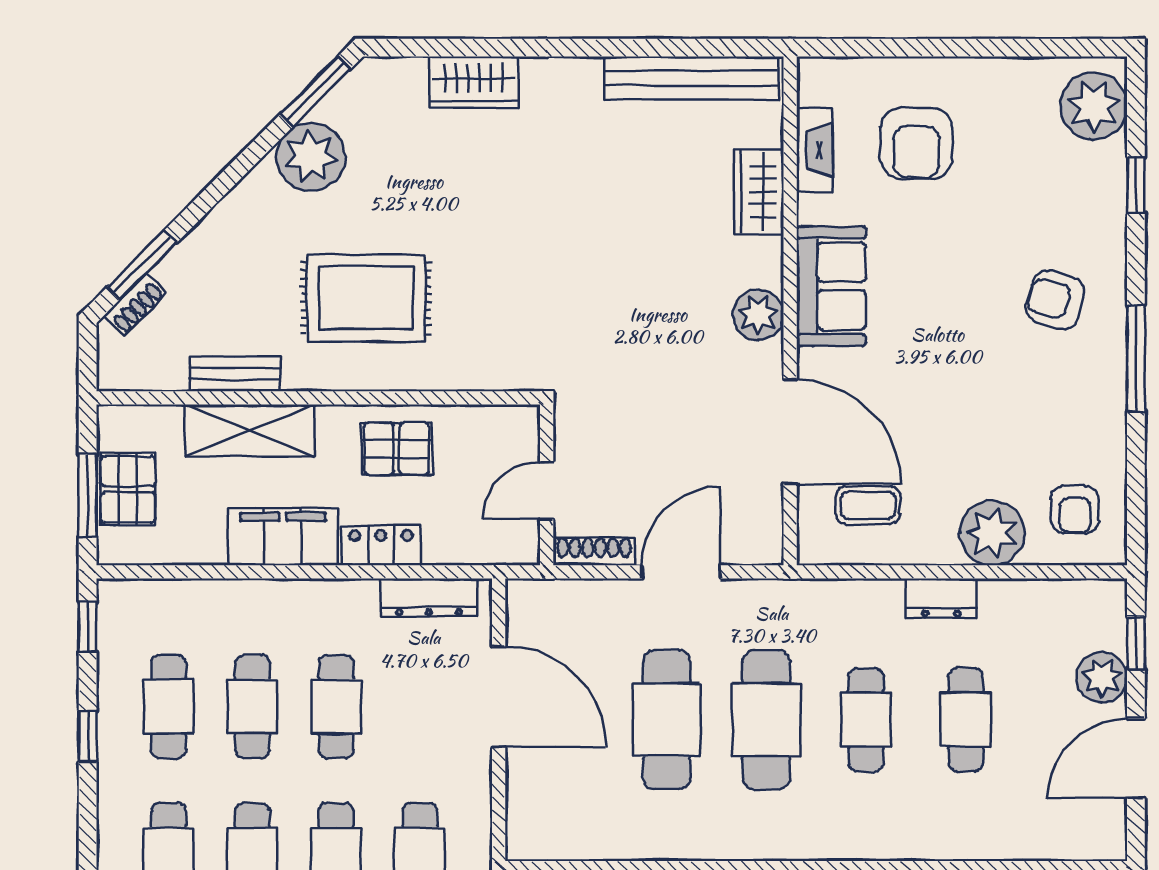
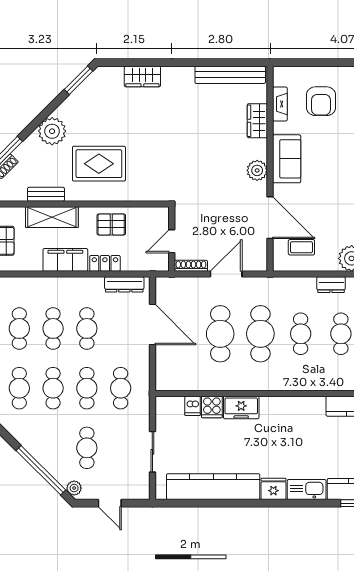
plant: (311, 157) -> (52, 131), moved

